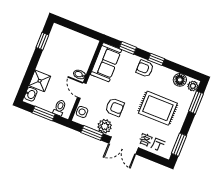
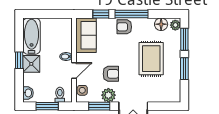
window: (42, 41) -> (19, 60), moved
bathtub: (55, 43) -> (32, 36), added
window: (156, 59) -> (132, 14), width x2.17
shower: (40, 81) -> (31, 64), moved
door: (82, 90) -> (74, 70), swing flipped
rug: (158, 108) -> (151, 59), turned 90
window: (179, 145) -> (184, 69), moved

